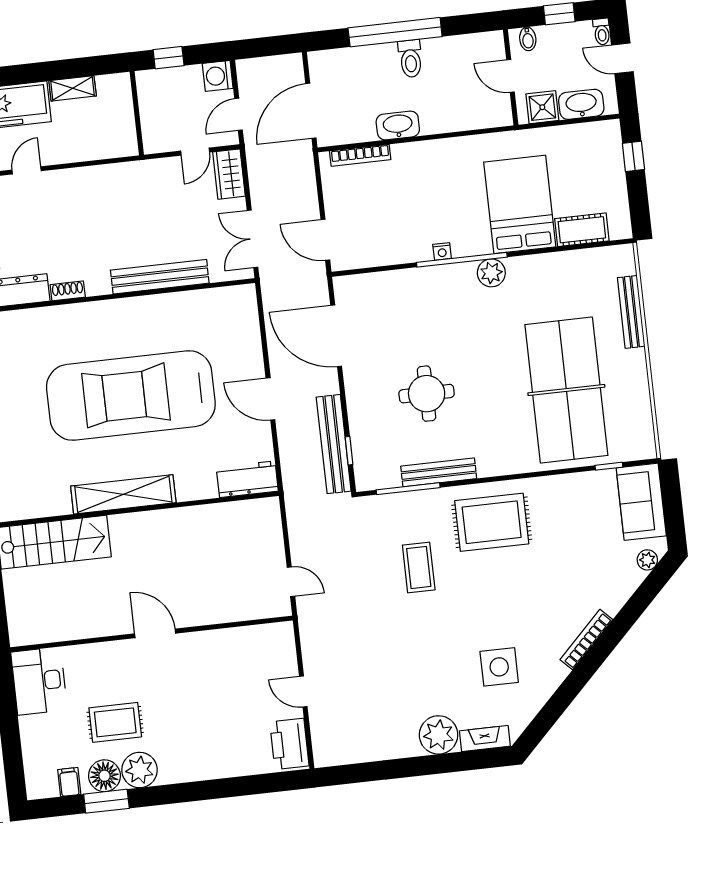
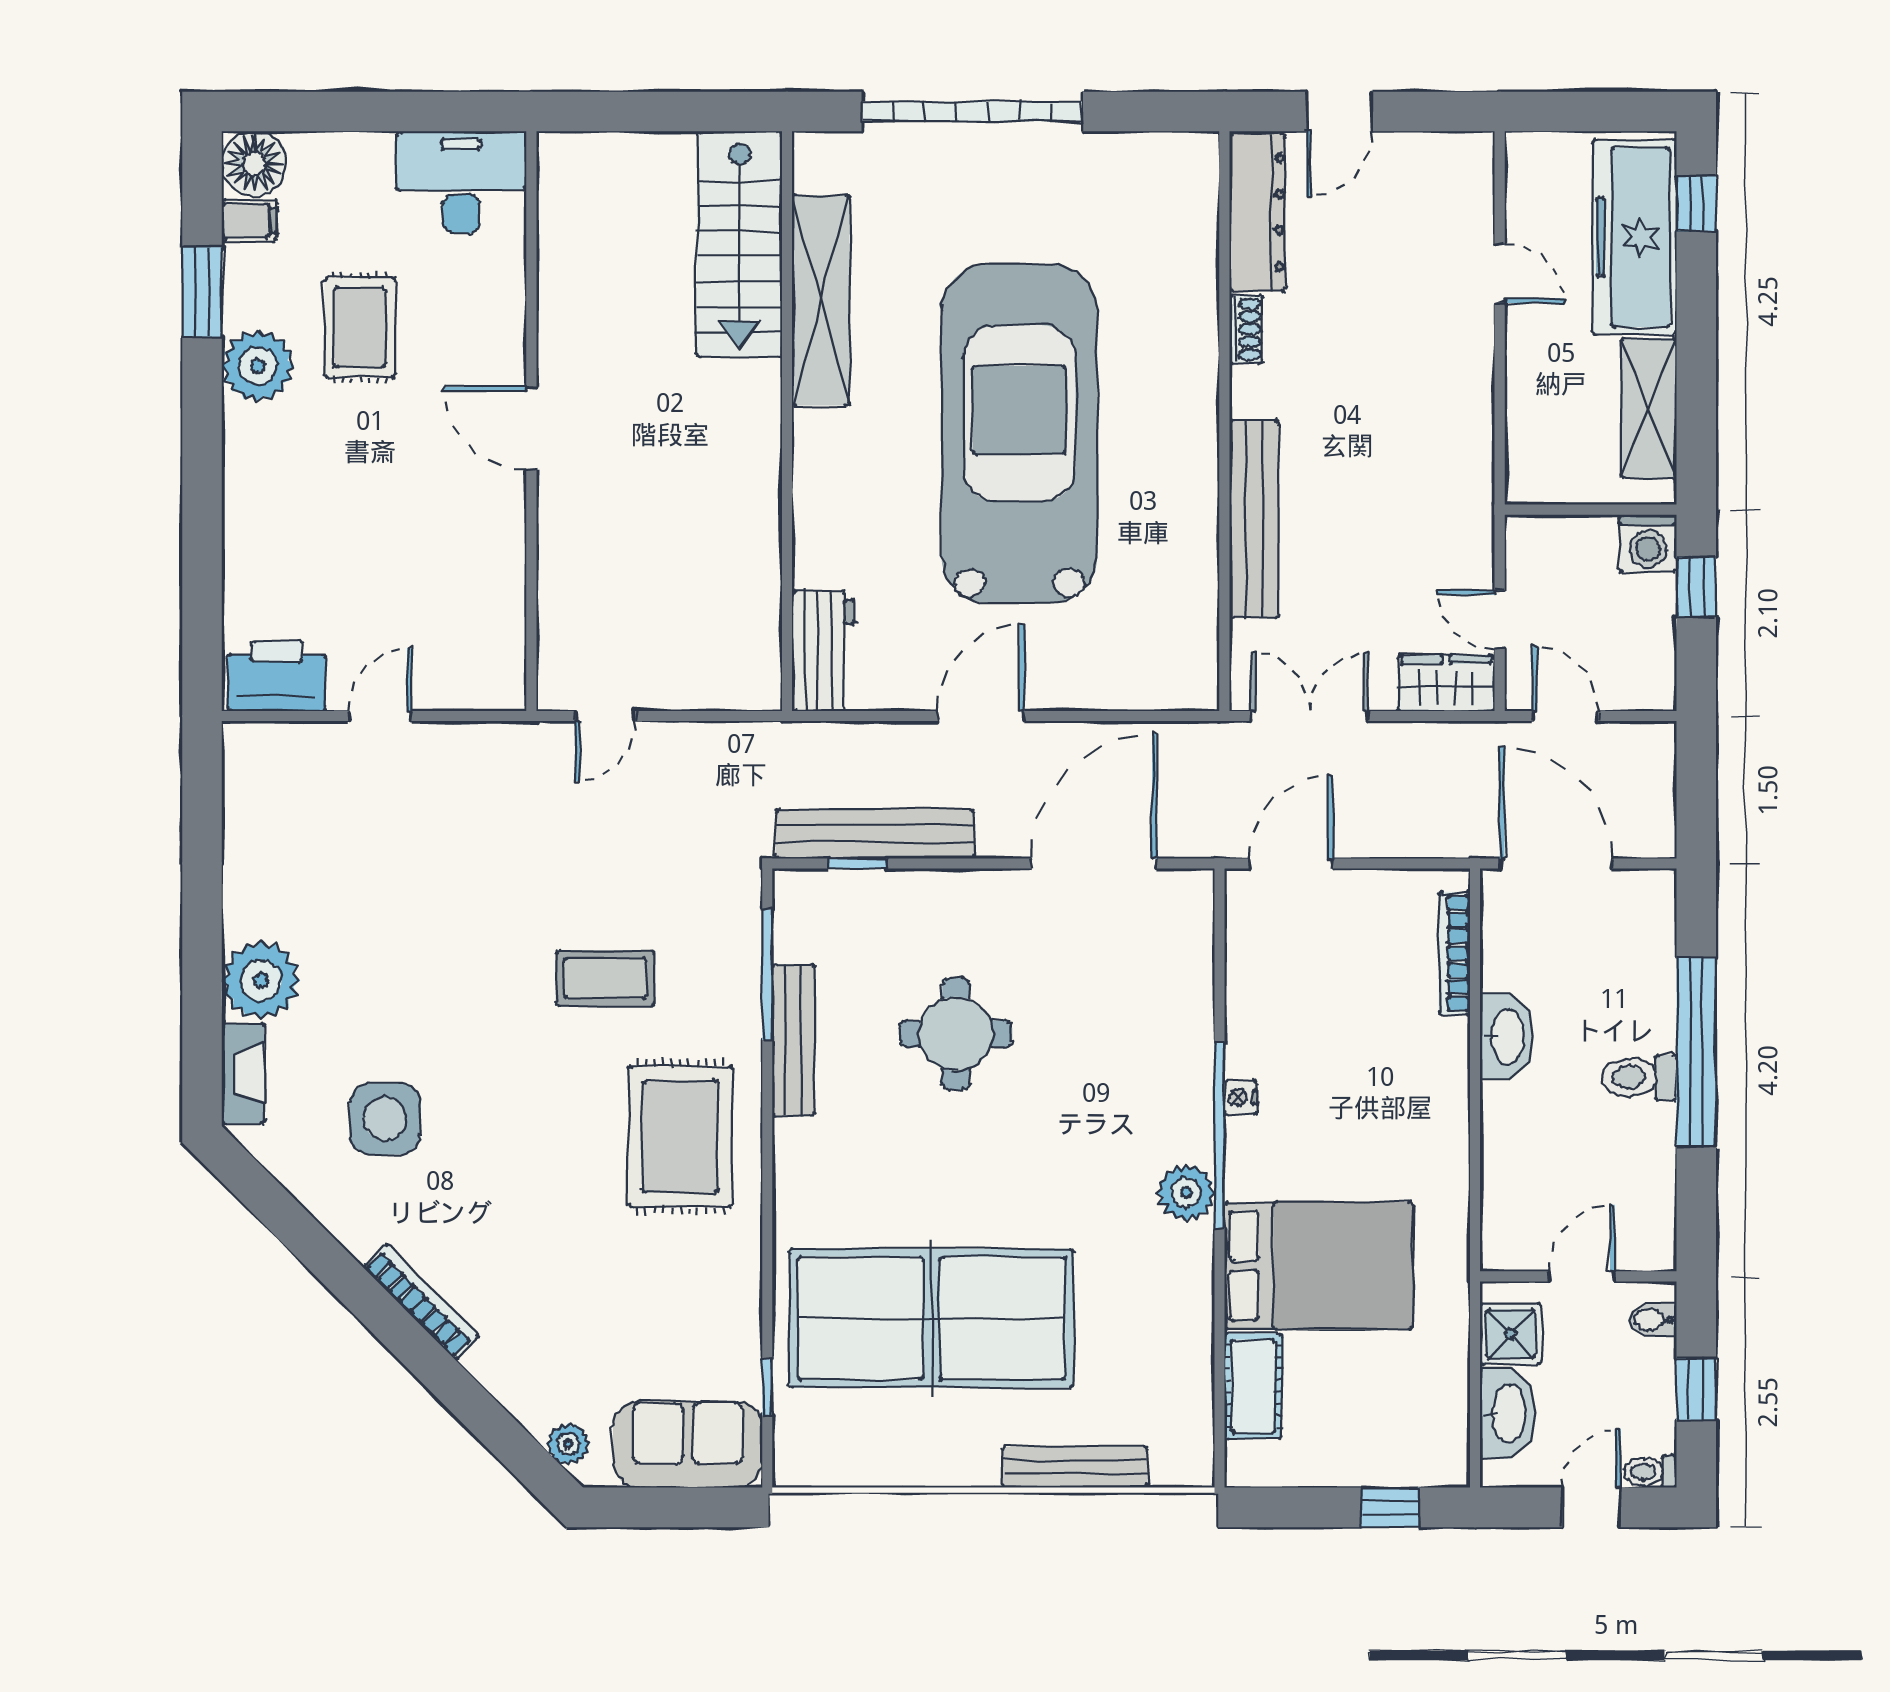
washing machine: (218, 76) -> (1648, 543), moved, turned 180
shelving: (73, 88) -> (1649, 408), width x1.50, depth x1.33
shelving: (123, 494) -> (821, 300), moved
door: (155, 633) -> (531, 429), swing flipped
floor lamp: (104, 776) -> (254, 164), moved

